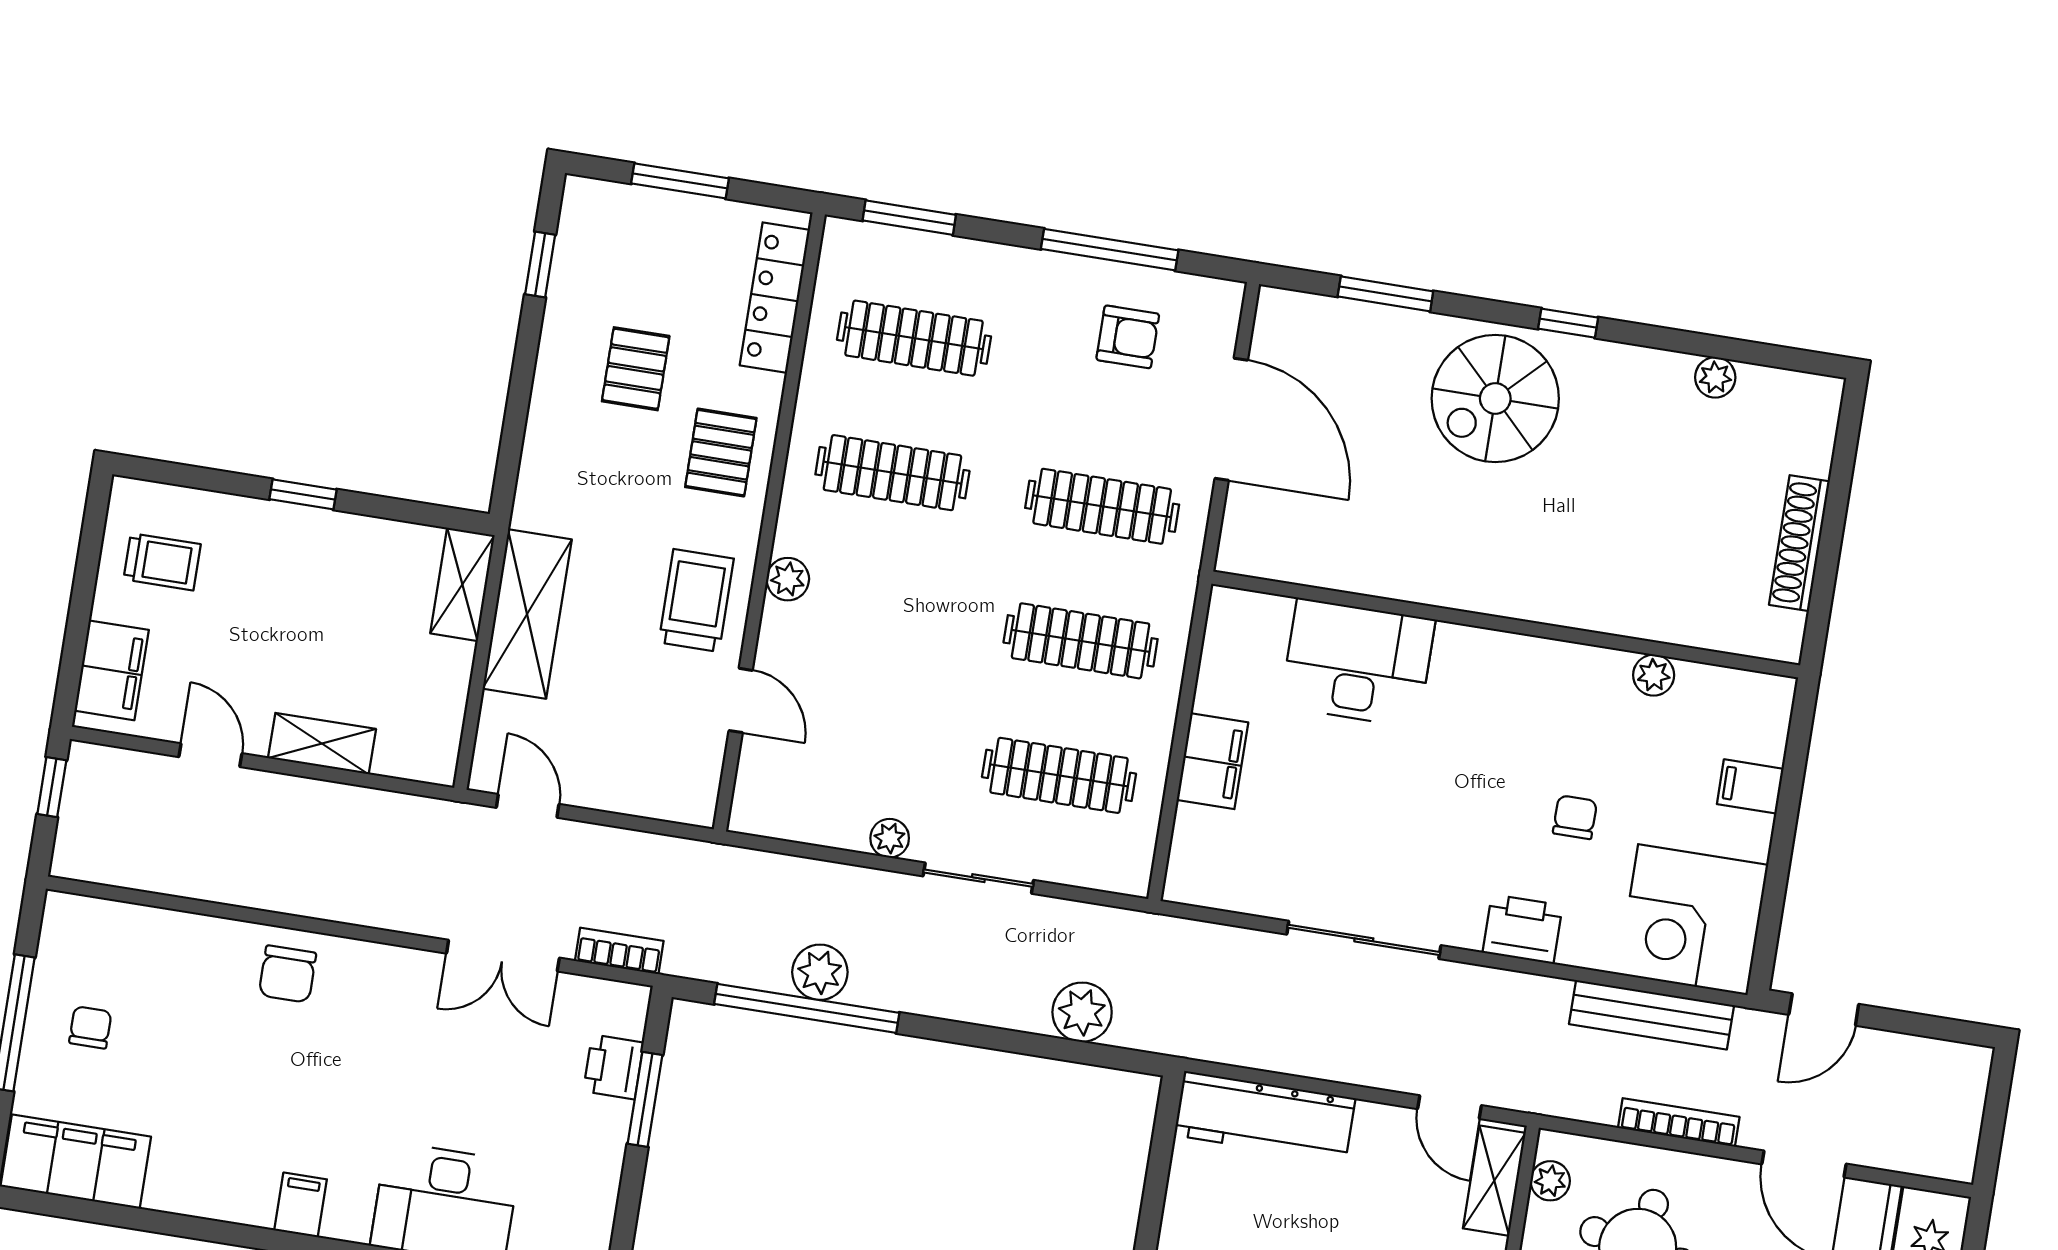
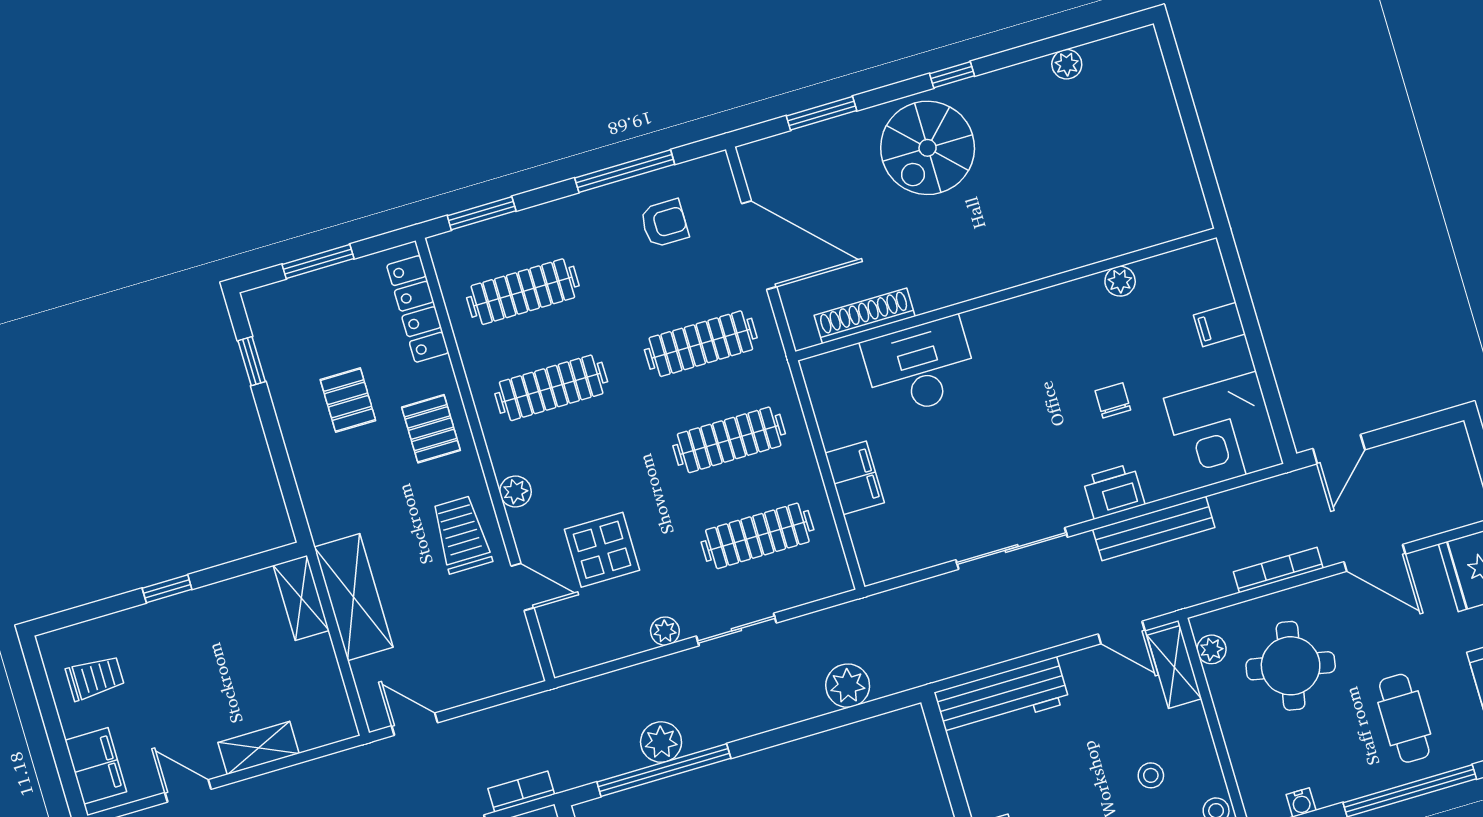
shoe rack: (1799, 543) -> (865, 316), moved, turned 90
display table: (860, 701) -> (602, 550), added
bench: (1652, 1015) -> (1154, 528), moved

